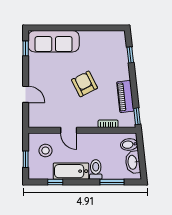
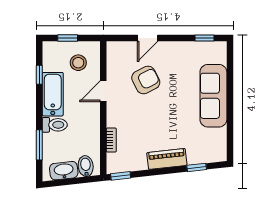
sofa: (54, 41) -> (213, 96), moved
armchair: (85, 84) -> (146, 80), moved
piano: (125, 97) -> (167, 159), moved

